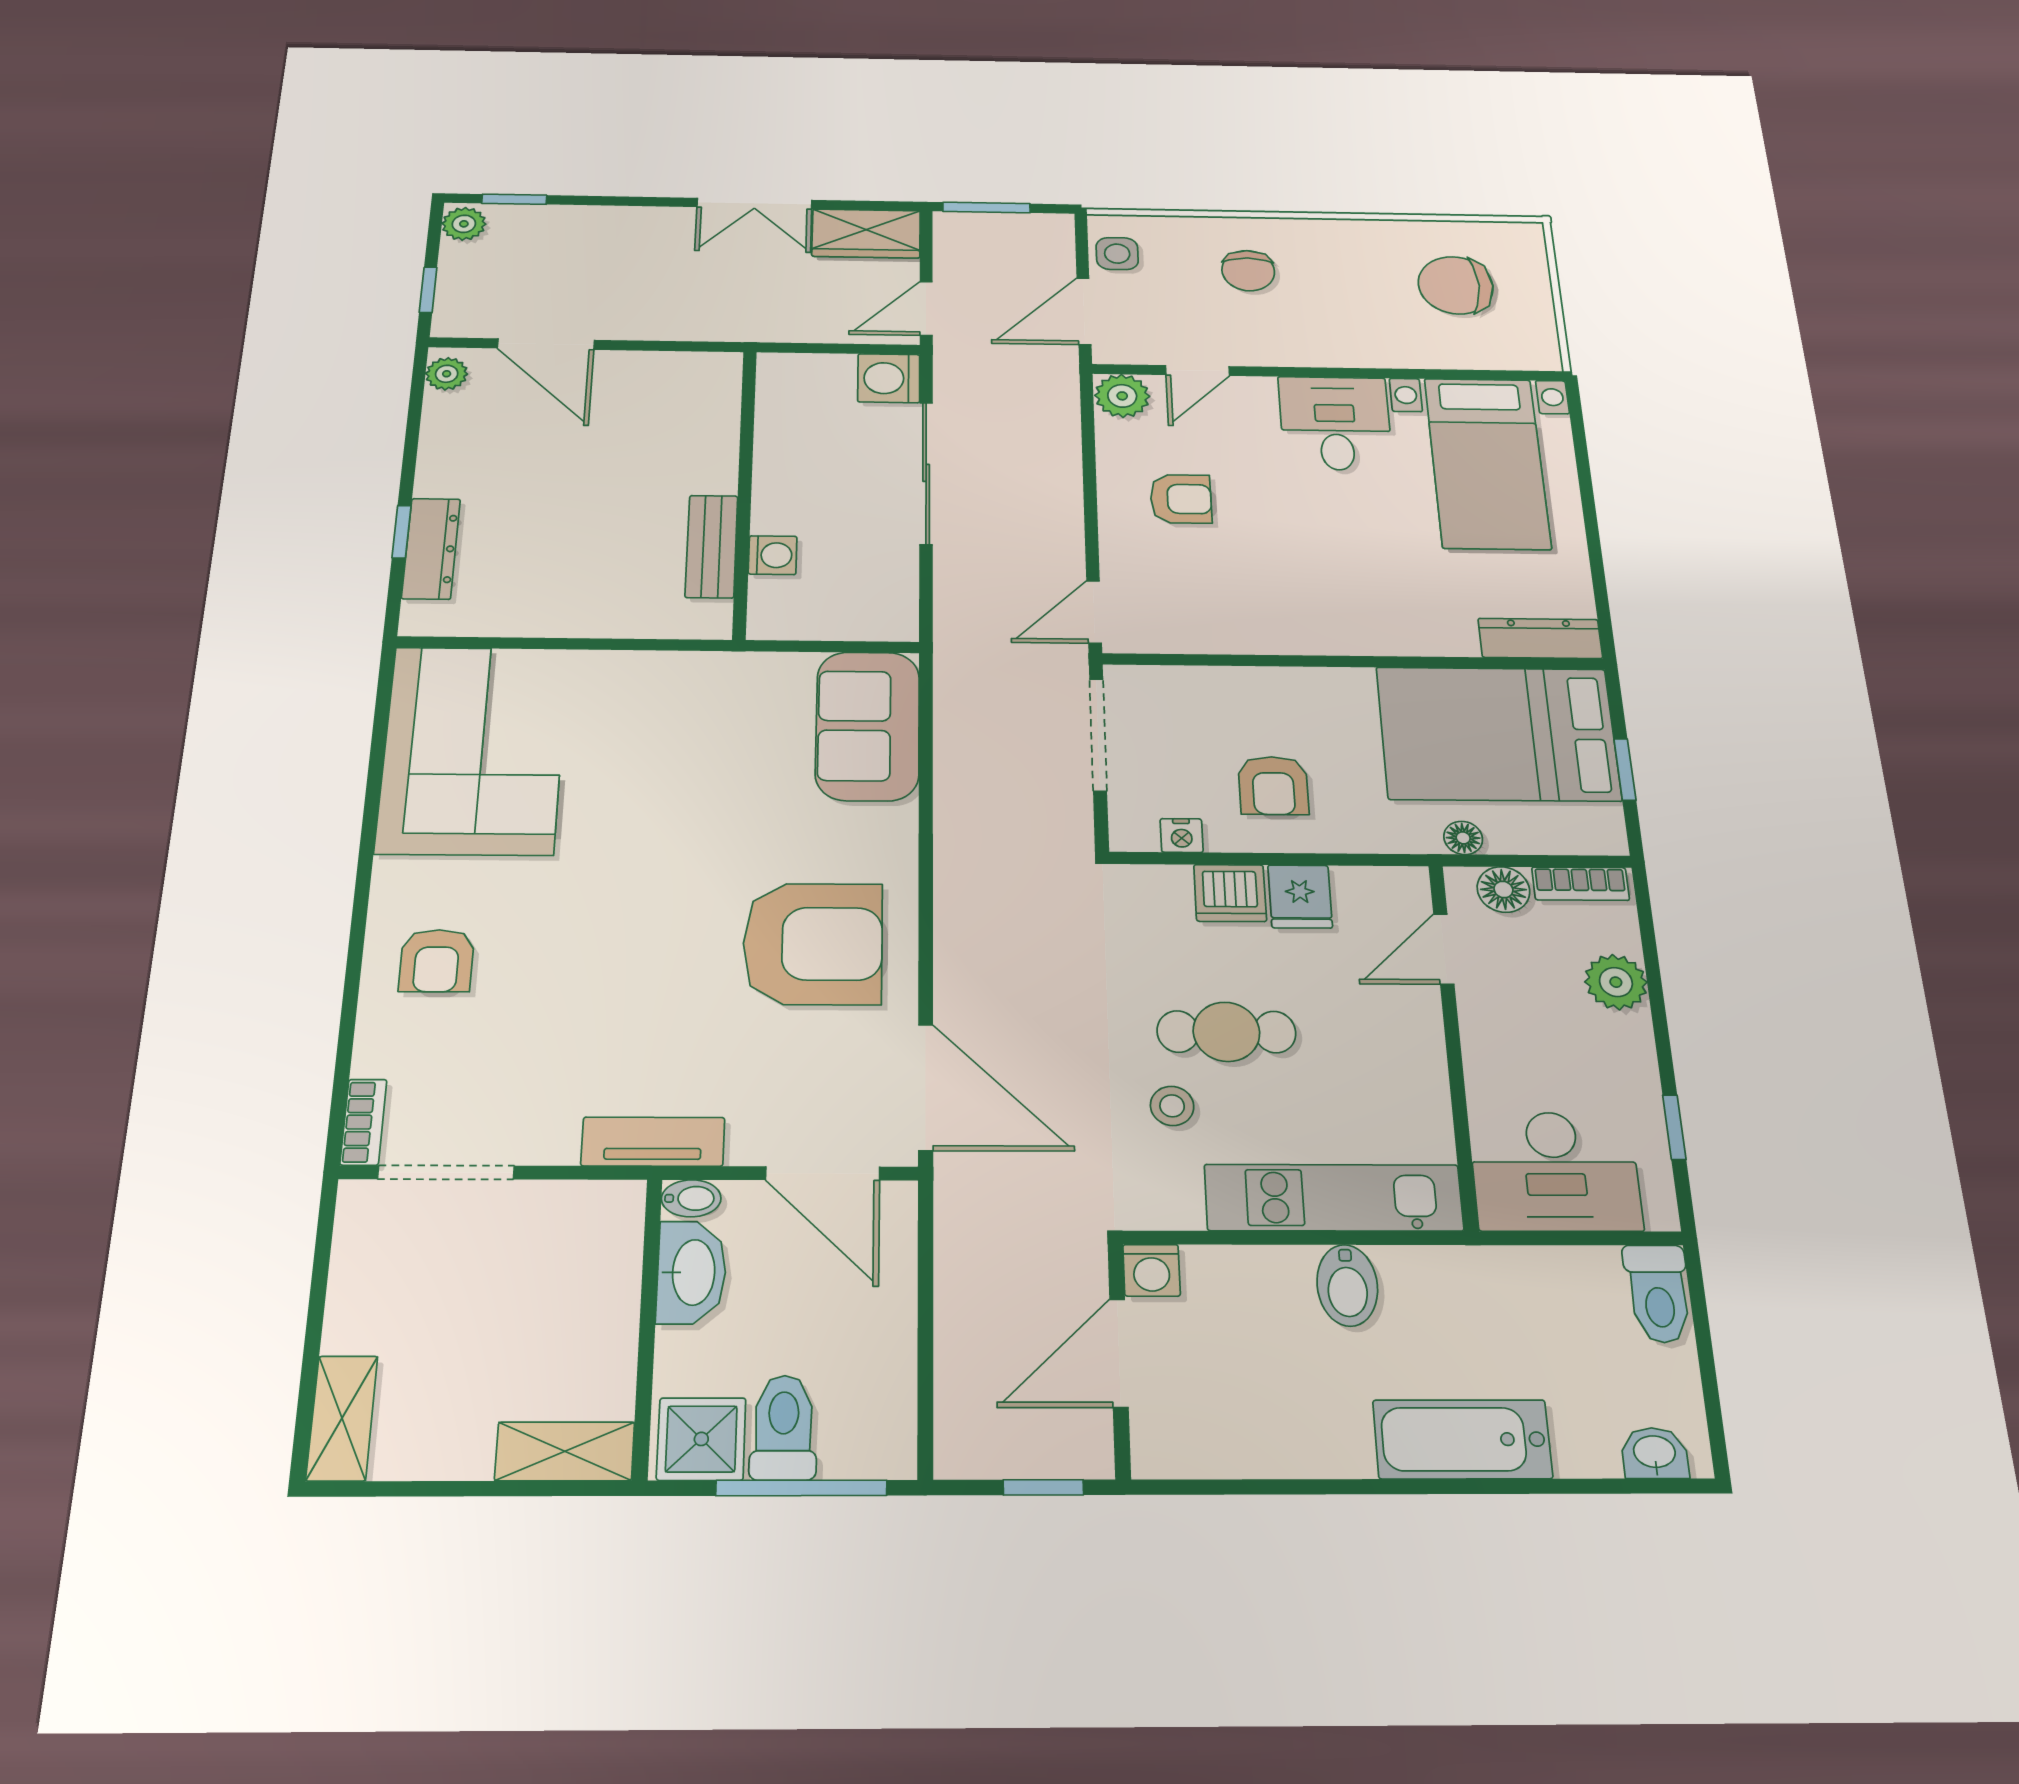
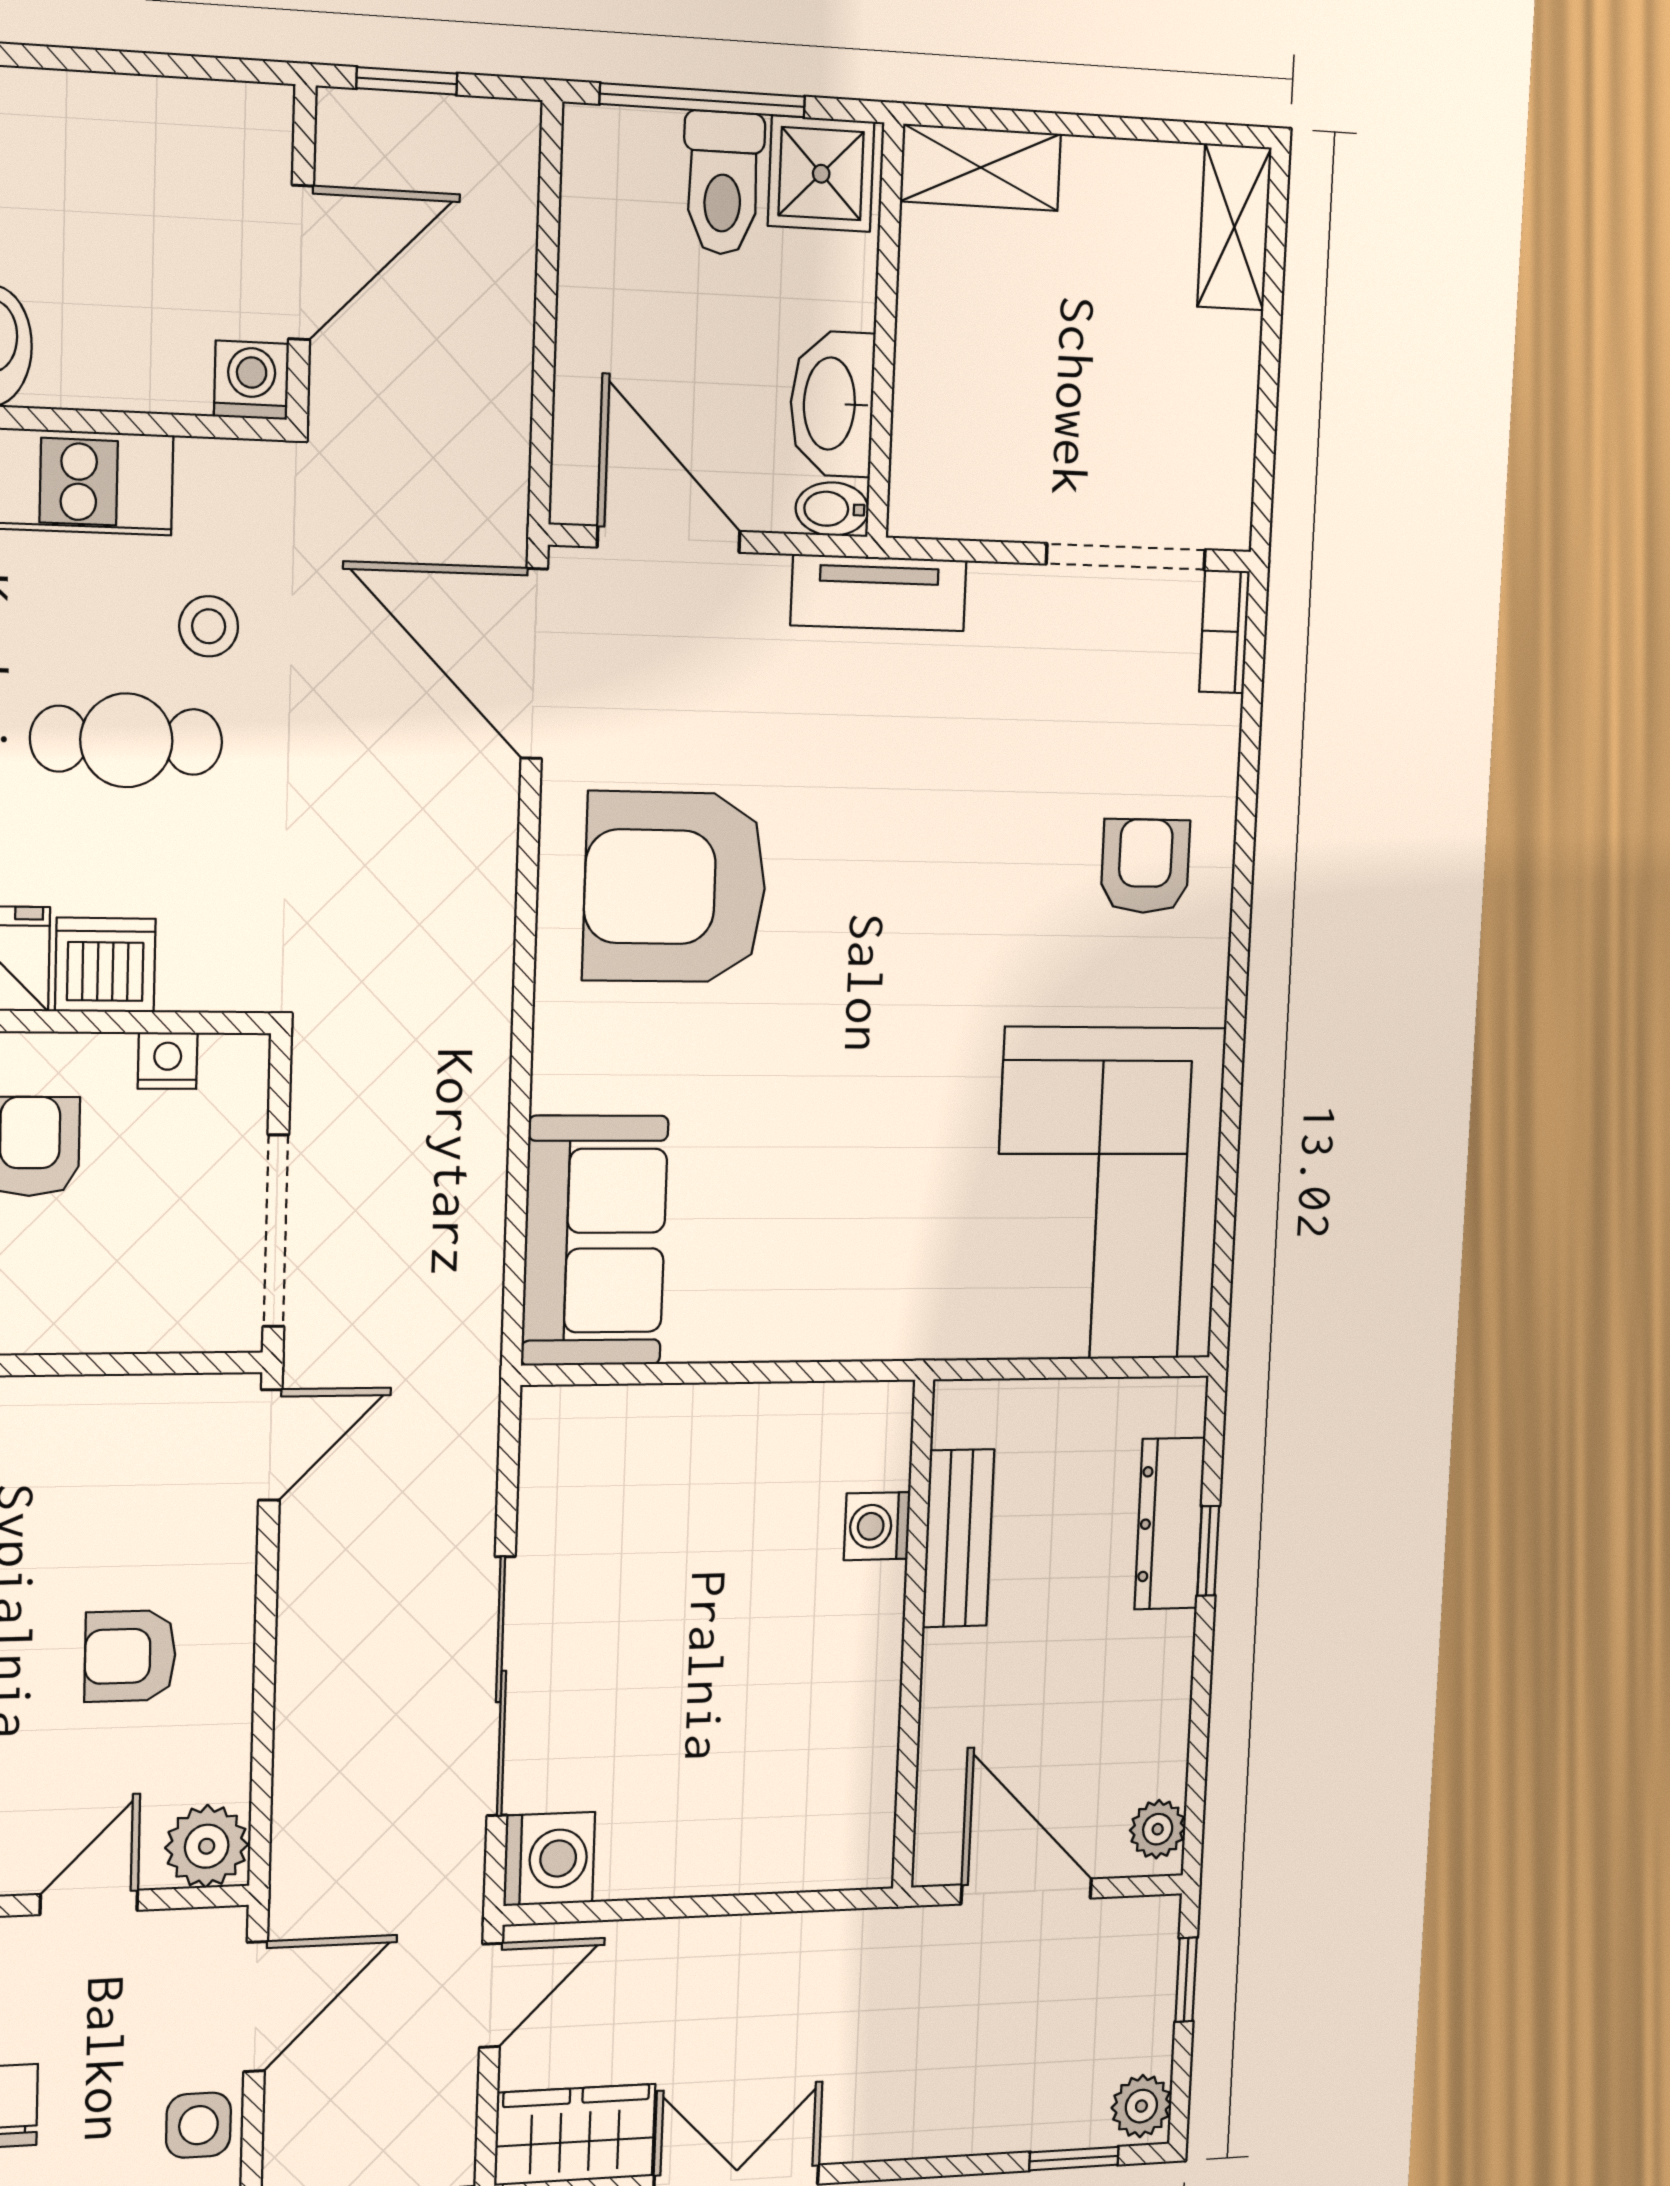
wall: (745, 492) -> (913, 1636), moved
bench: (712, 546) -> (958, 1538), moved
washing machine: (773, 555) -> (877, 1526), moved

